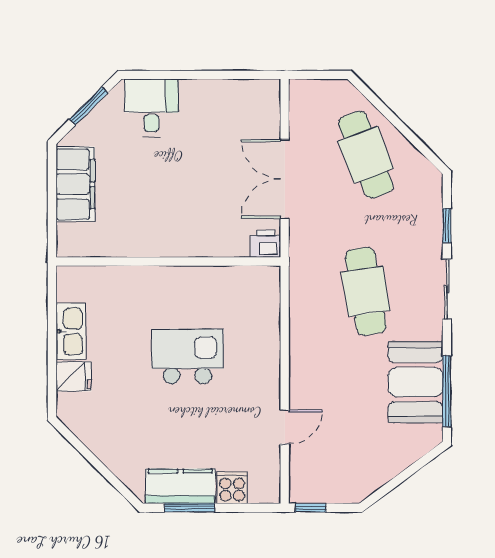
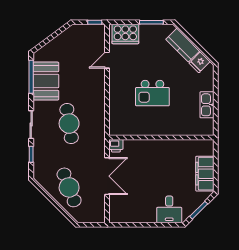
fridge: (74, 376) -> (200, 62), moved, turned -45
kitchen counter: (180, 486) -> (183, 45), moved, turned 45
cooker: (232, 488) -> (125, 34), width x1.87, depth x1.31

